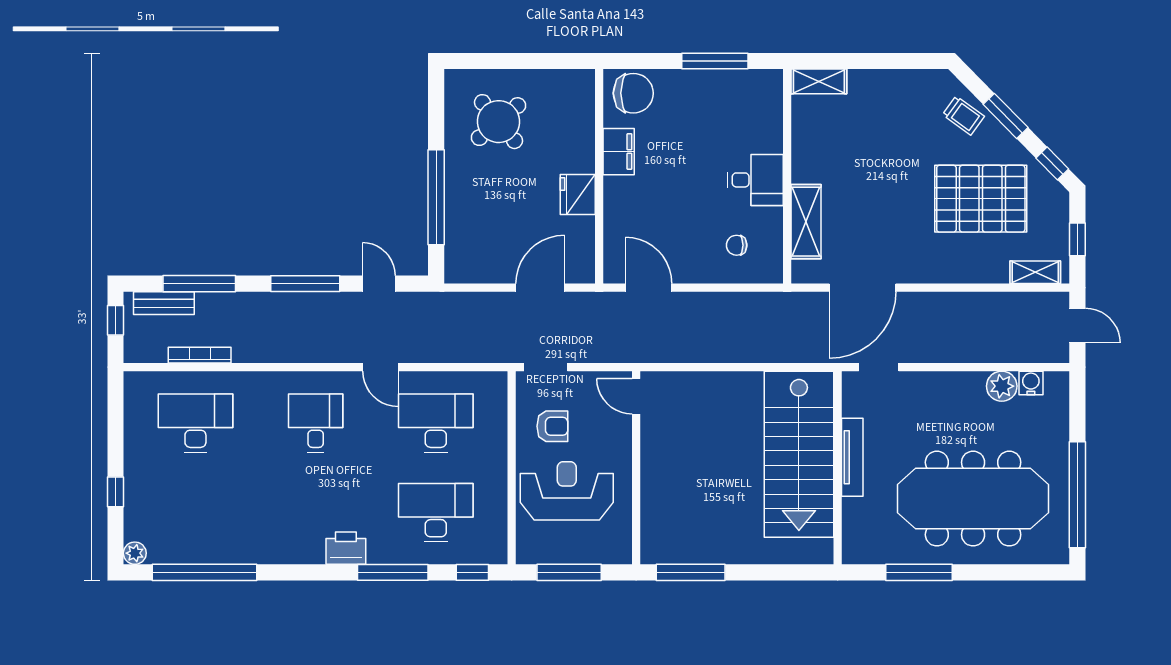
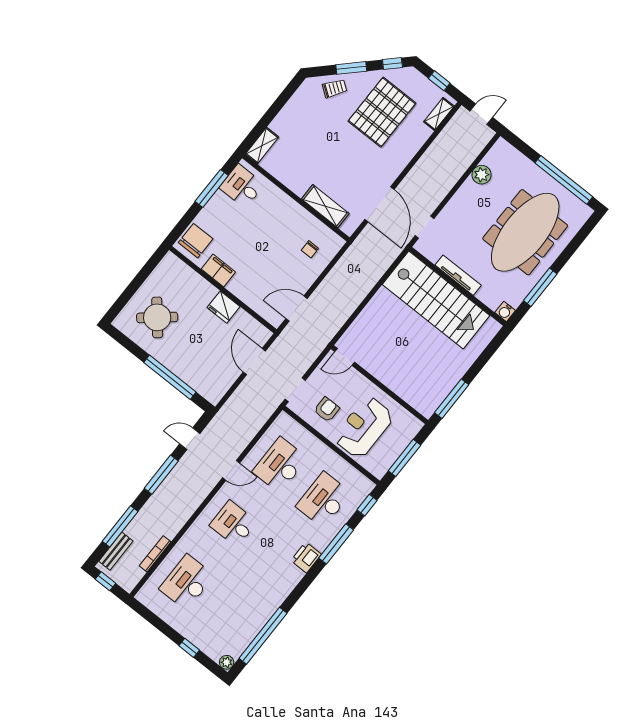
desk: (756, 180) -> (242, 186), moved, turned -90
water cooler: (1031, 383) -> (505, 312), moved, turned -90

